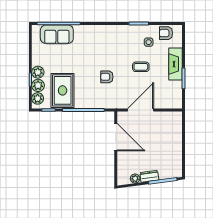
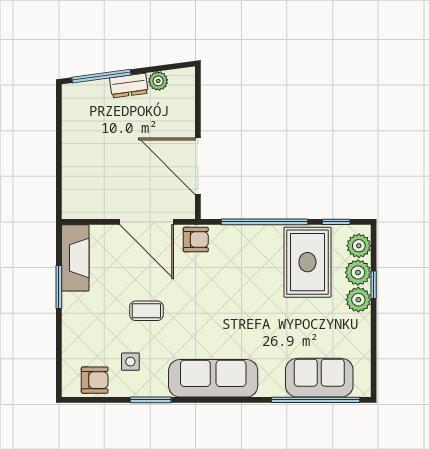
sofa: (108, 34) -> (213, 378), added
fireplace: (175, 64) -> (75, 258), moved
armchair: (107, 77) -> (196, 239), moved
door: (141, 110) -> (147, 222), hinge flipped

